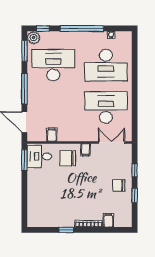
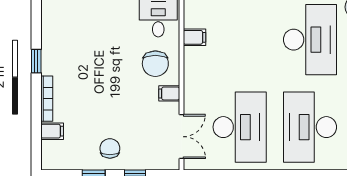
chair: (68, 158) -> (155, 64), turned 180

